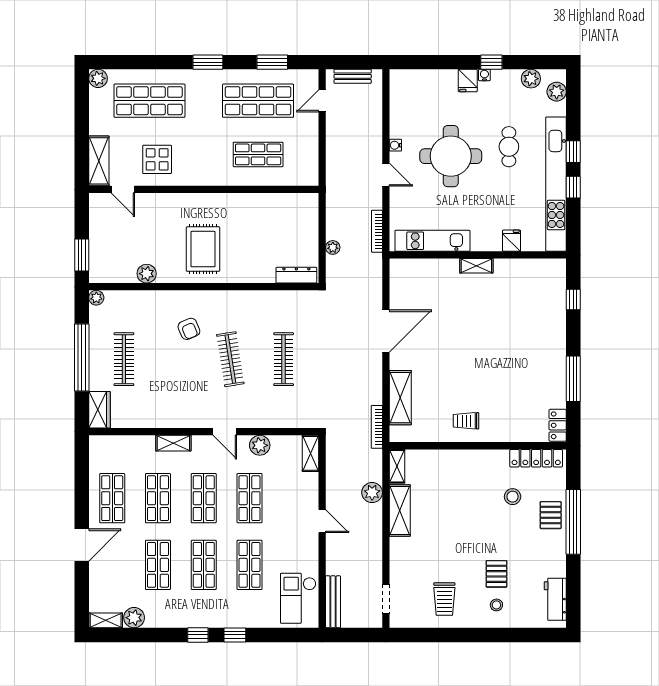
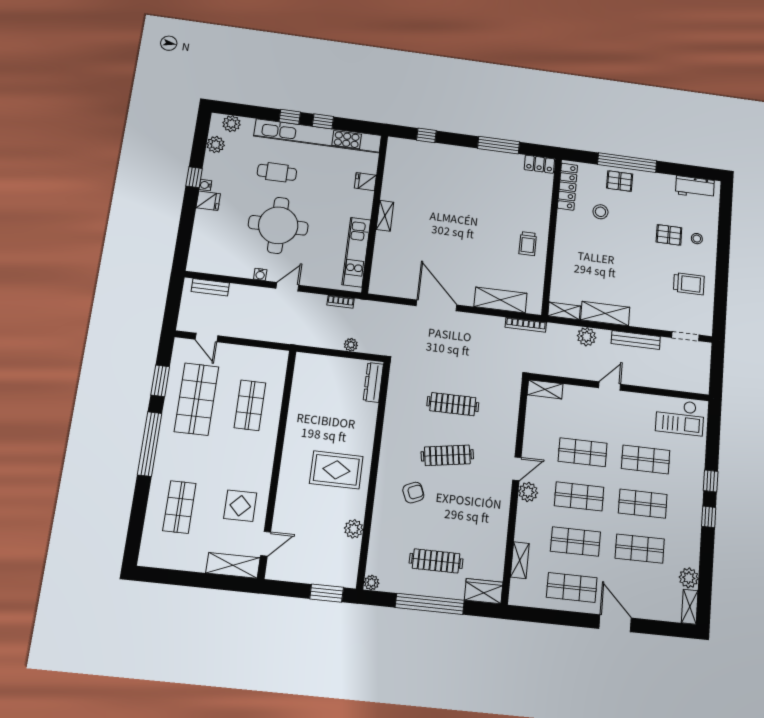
window: (208, 62) -> (150, 444), width x2.11
bench: (353, 76) -> (210, 287), moved, turned 90
plant: (98, 78) -> (148, 557), removed
shop shelf: (149, 101) -> (179, 507), width x0.70, depth x0.74
bookcase: (377, 231) -> (341, 302), width x0.64
shelving: (173, 443) -> (520, 560), moved
plant: (260, 445) -> (528, 492), moved
bench: (333, 602) -> (636, 340), moved

